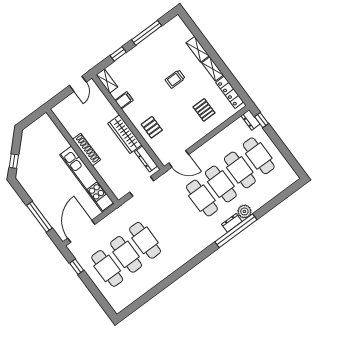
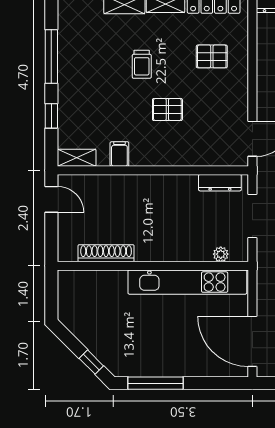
pallet: (152, 127) -> (167, 110), moved
wardrobe: (125, 134) -> (166, 187), removed
shoe rack: (86, 150) -> (106, 253), moved
plant: (112, 185) -> (221, 254), added
window: (39, 217) -> (156, 383), moved

